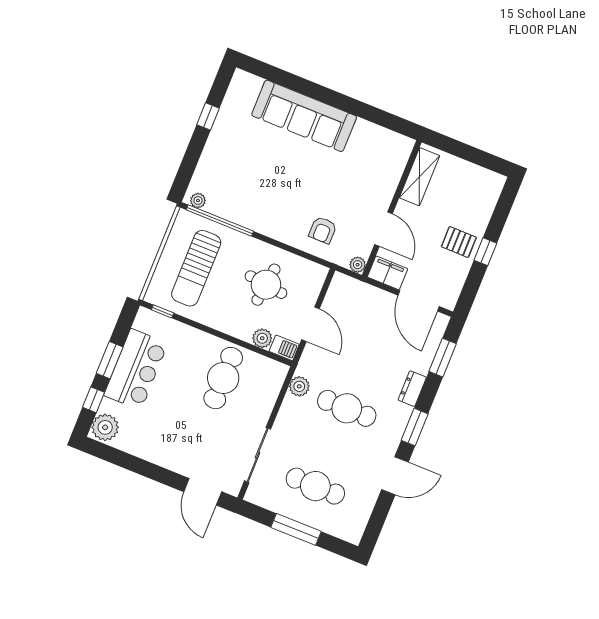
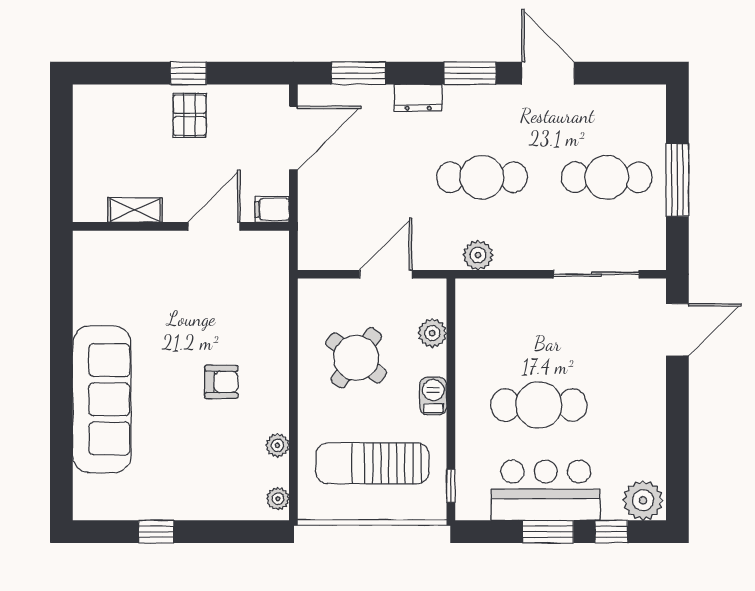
shelving: (420, 177) -> (135, 210), width x0.67, depth x0.75
window: (220, 221) -> (293, 457), removed
armchair: (323, 230) -> (221, 382), moved
plant: (358, 265) -> (277, 445), moved
sun lounger: (196, 268) -> (372, 463), turned 180
filing cabinet: (388, 273) -> (272, 209), width x0.50
round table: (266, 285) -> (356, 358), turned 30
barbecue: (284, 348) -> (433, 396), moved
cafe table: (223, 378) -> (539, 405), moved
cafe table: (347, 408) -> (482, 177), turned 90
cafe table: (315, 486) -> (607, 177), turned 90

